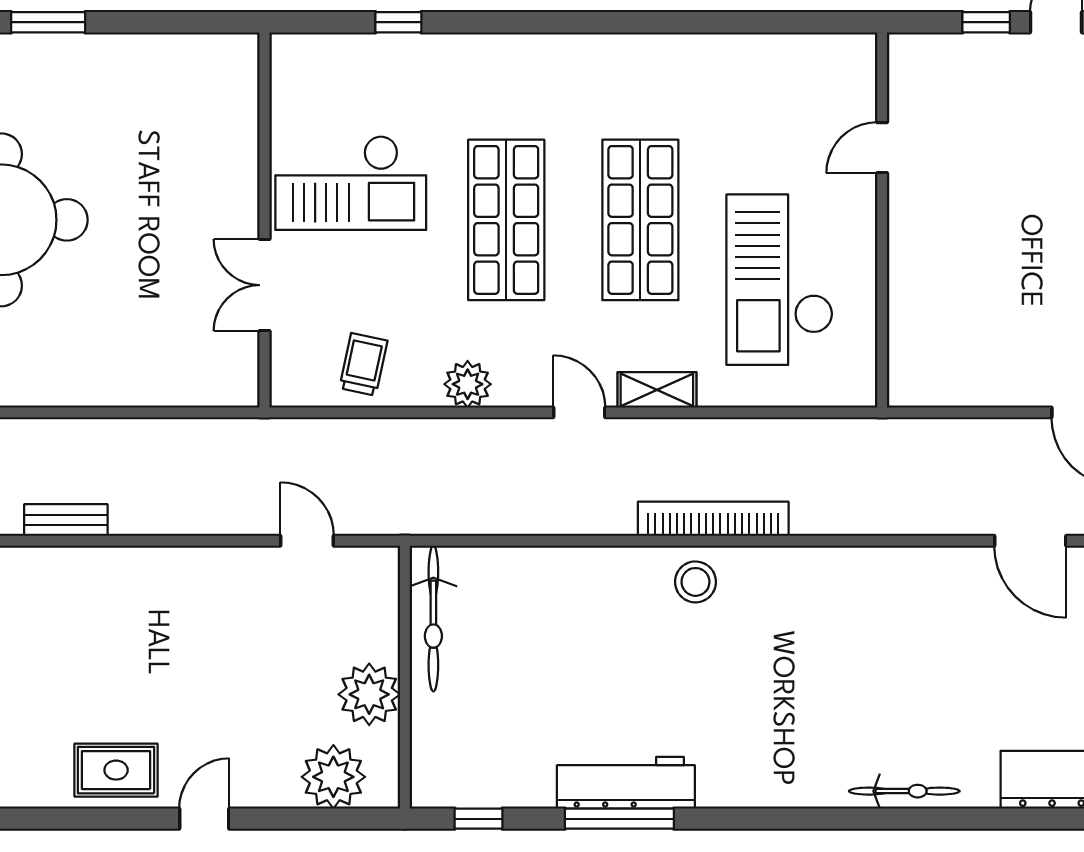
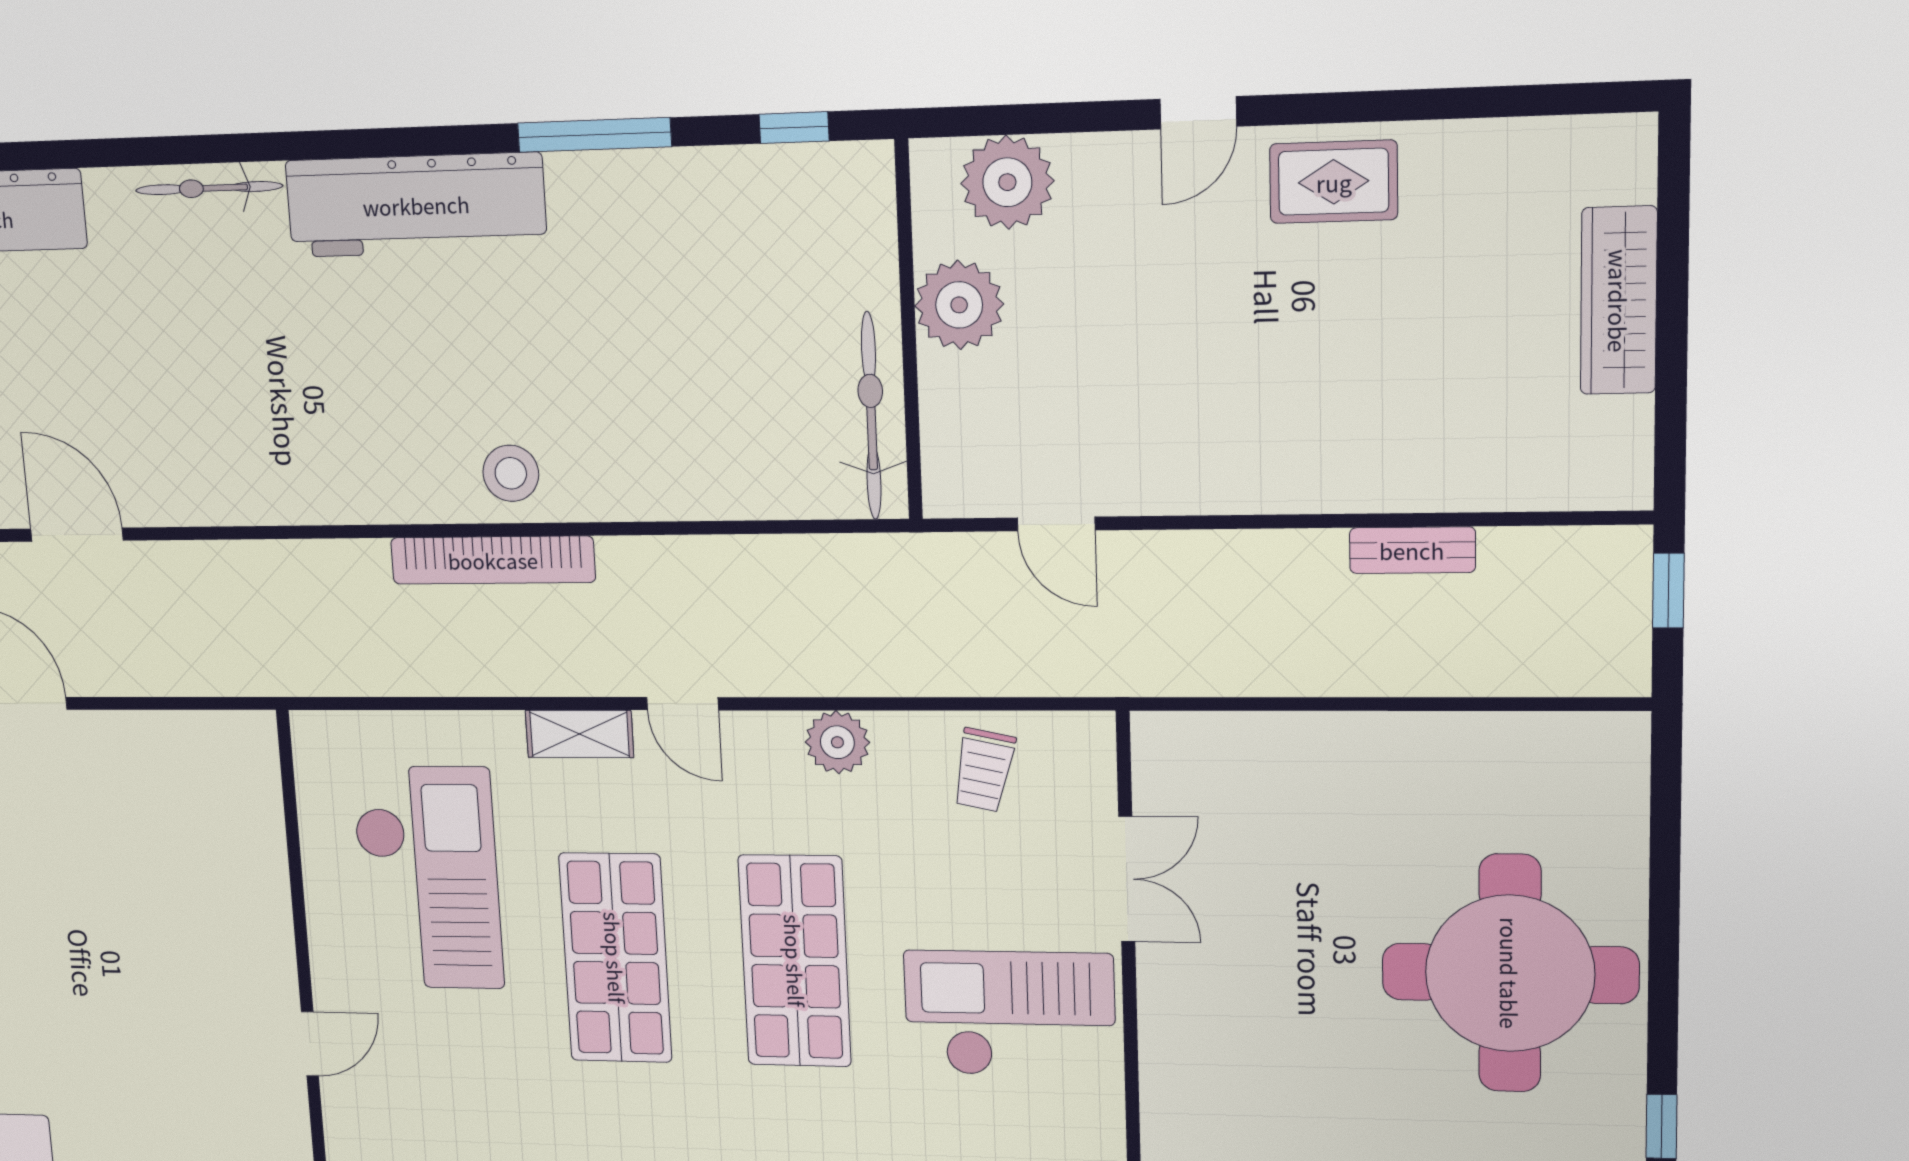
workbench: (626, 783) -> (416, 205), moved, width x1.36, depth x1.32

